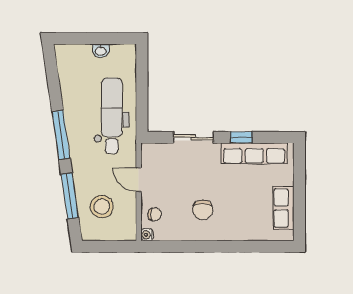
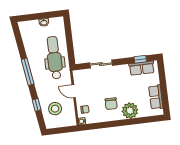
window: (241, 137) -> (140, 59), moved
row of seats: (254, 153) -> (142, 68), width x0.68
window: (70, 196) -> (37, 105), width x0.46
plant: (235, 226) -> (130, 111), added

